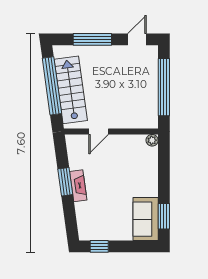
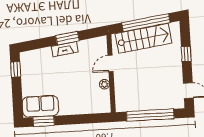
window: (92, 39) -> (186, 54), width x0.46
door: (99, 131) -> (111, 63), hinge flipped
plant: (152, 140) -> (104, 84), moved

